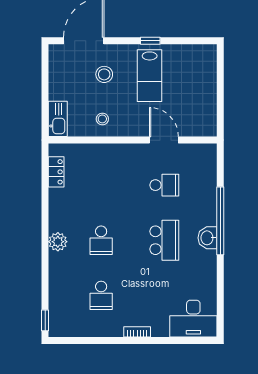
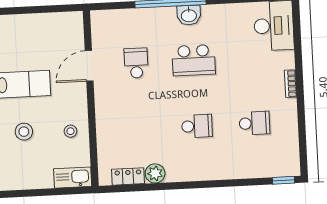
school desk: (164, 240) -> (194, 60), turned 180
plant: (58, 242) -> (155, 173), moved

